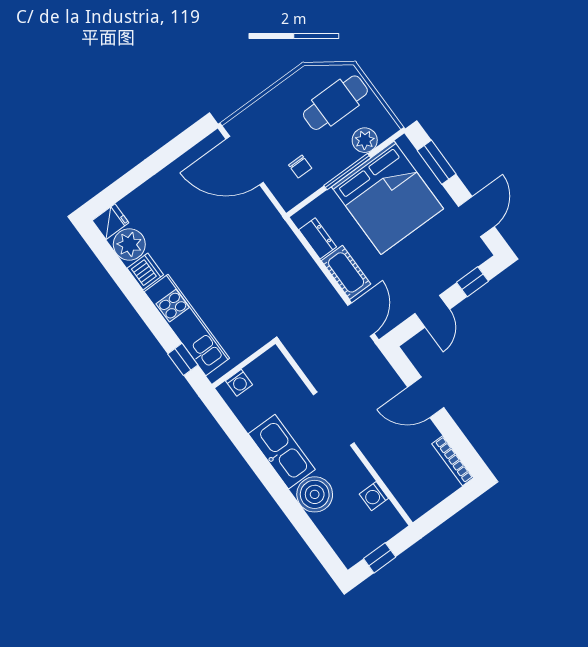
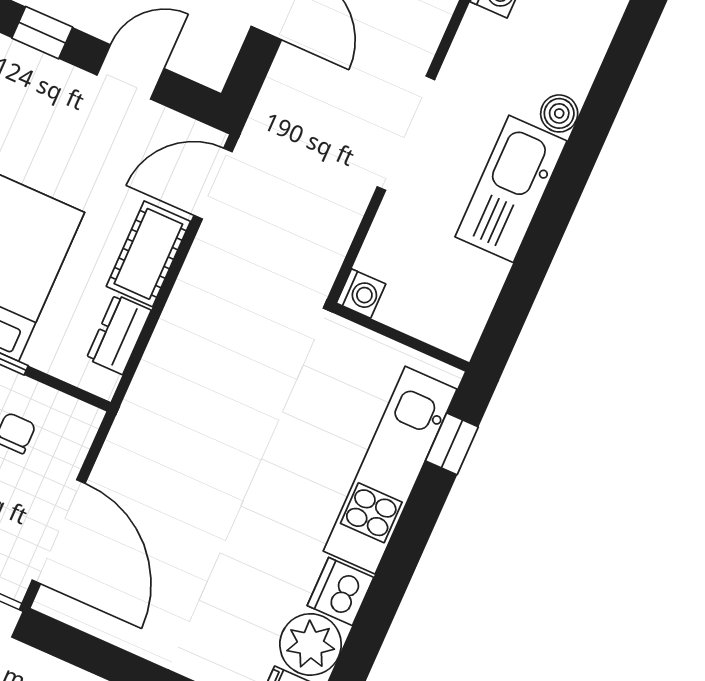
washing machine: (239, 383) -> (361, 294), moved, turned 90
boiler: (315, 494) -> (559, 113), width x0.54, depth x0.54

